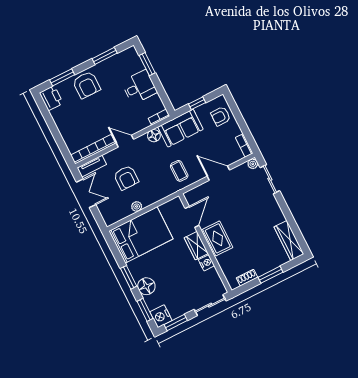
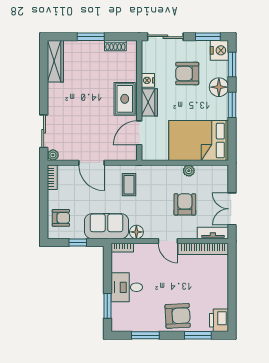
armchair: (86, 85) -> (178, 316), turned 87
armchair: (178, 284) -> (187, 74), added

